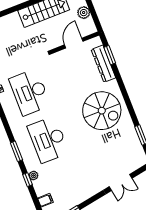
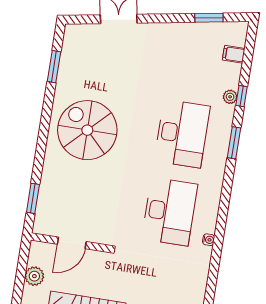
dresser: (103, 64) -> (48, 192), removed

